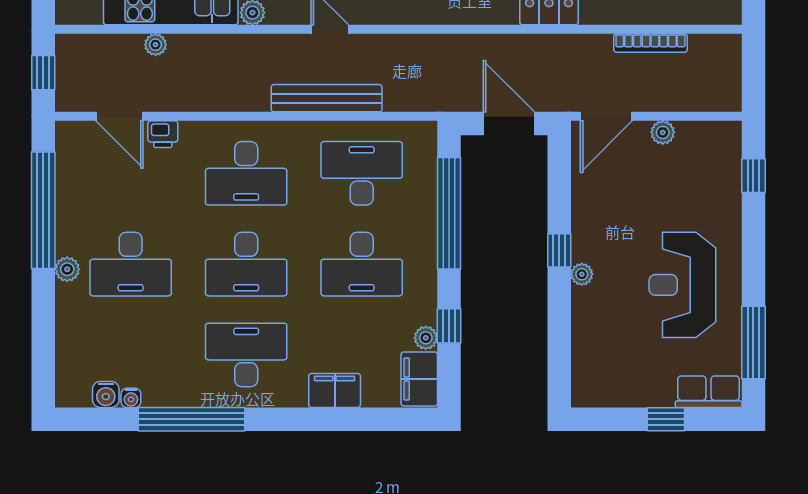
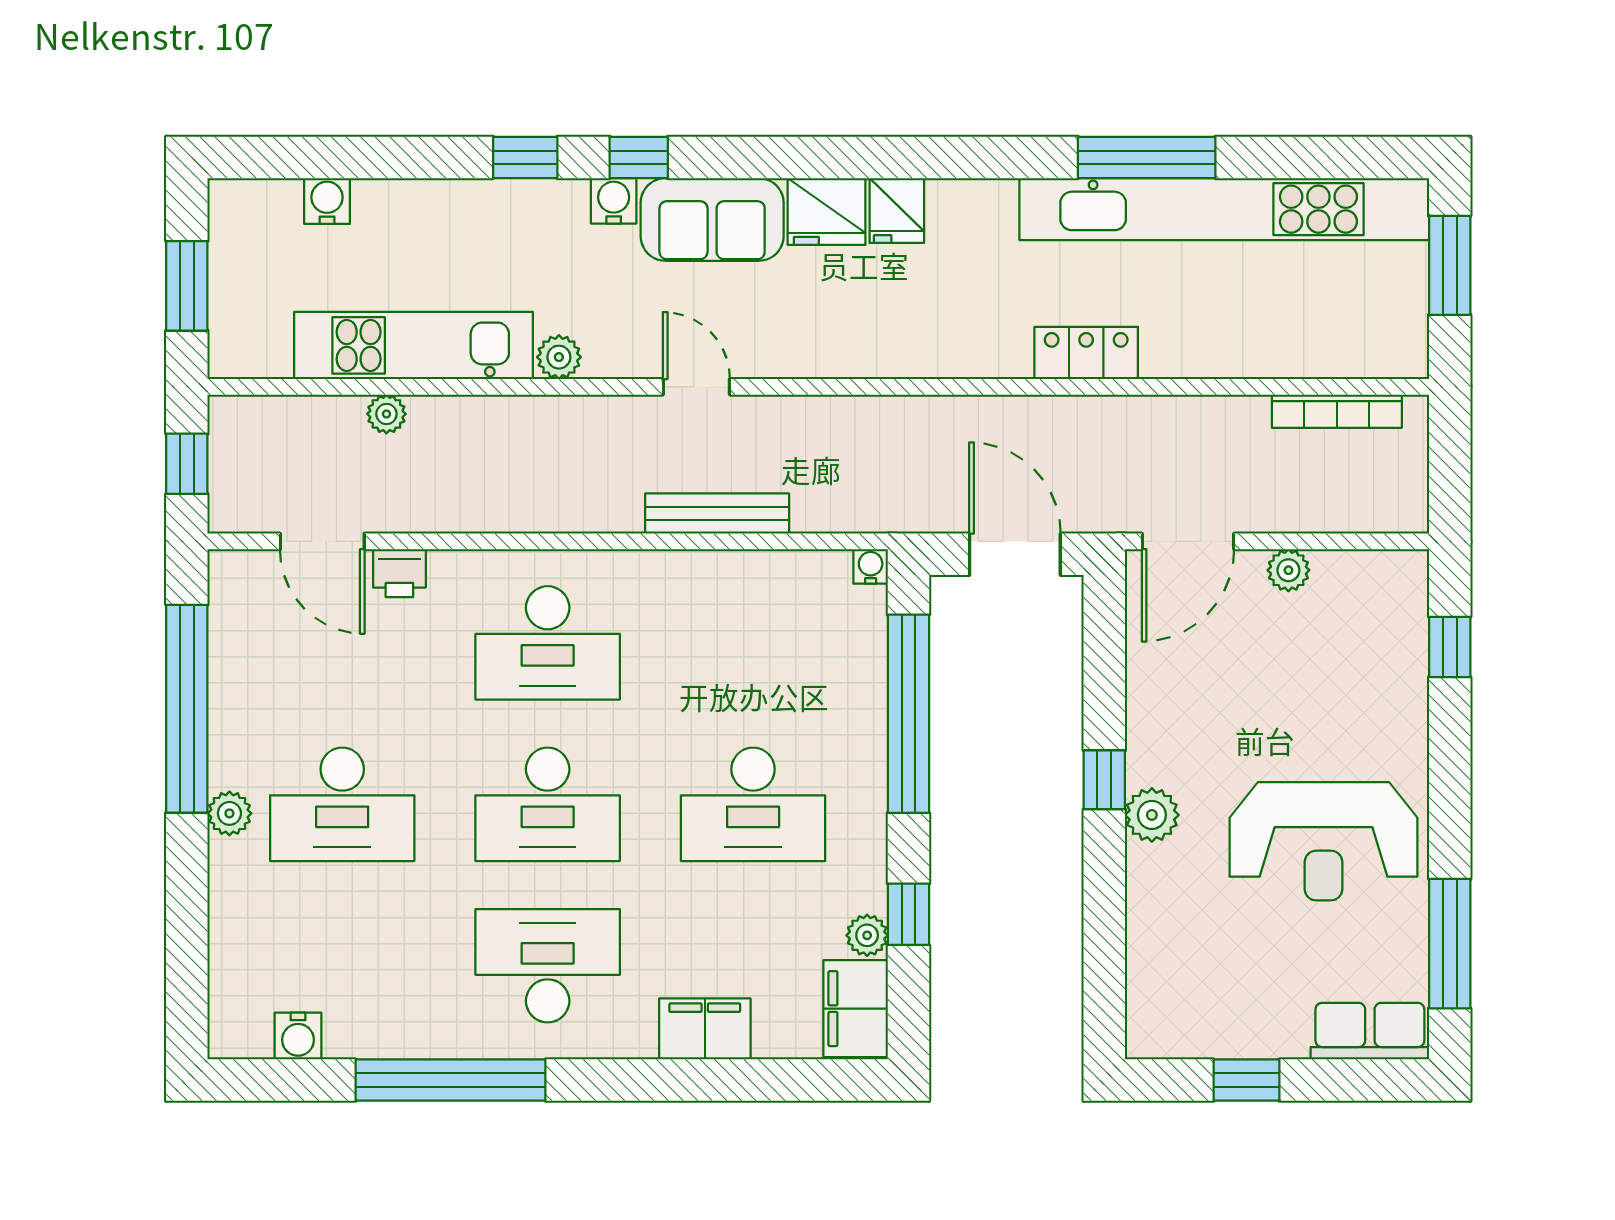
bookcase: (650, 43) -> (1337, 411), moved
bench: (327, 98) -> (717, 514), width x0.73, depth x0.82
desk: (362, 173) -> (753, 643), removed
plant: (582, 274) -> (1152, 815), width x1.38, depth x1.38
reception desk: (682, 285) -> (1323, 841), turned -90
water cooler: (131, 398) -> (871, 566), moved, turned 180
window: (666, 419) -> (1247, 1080), moved

